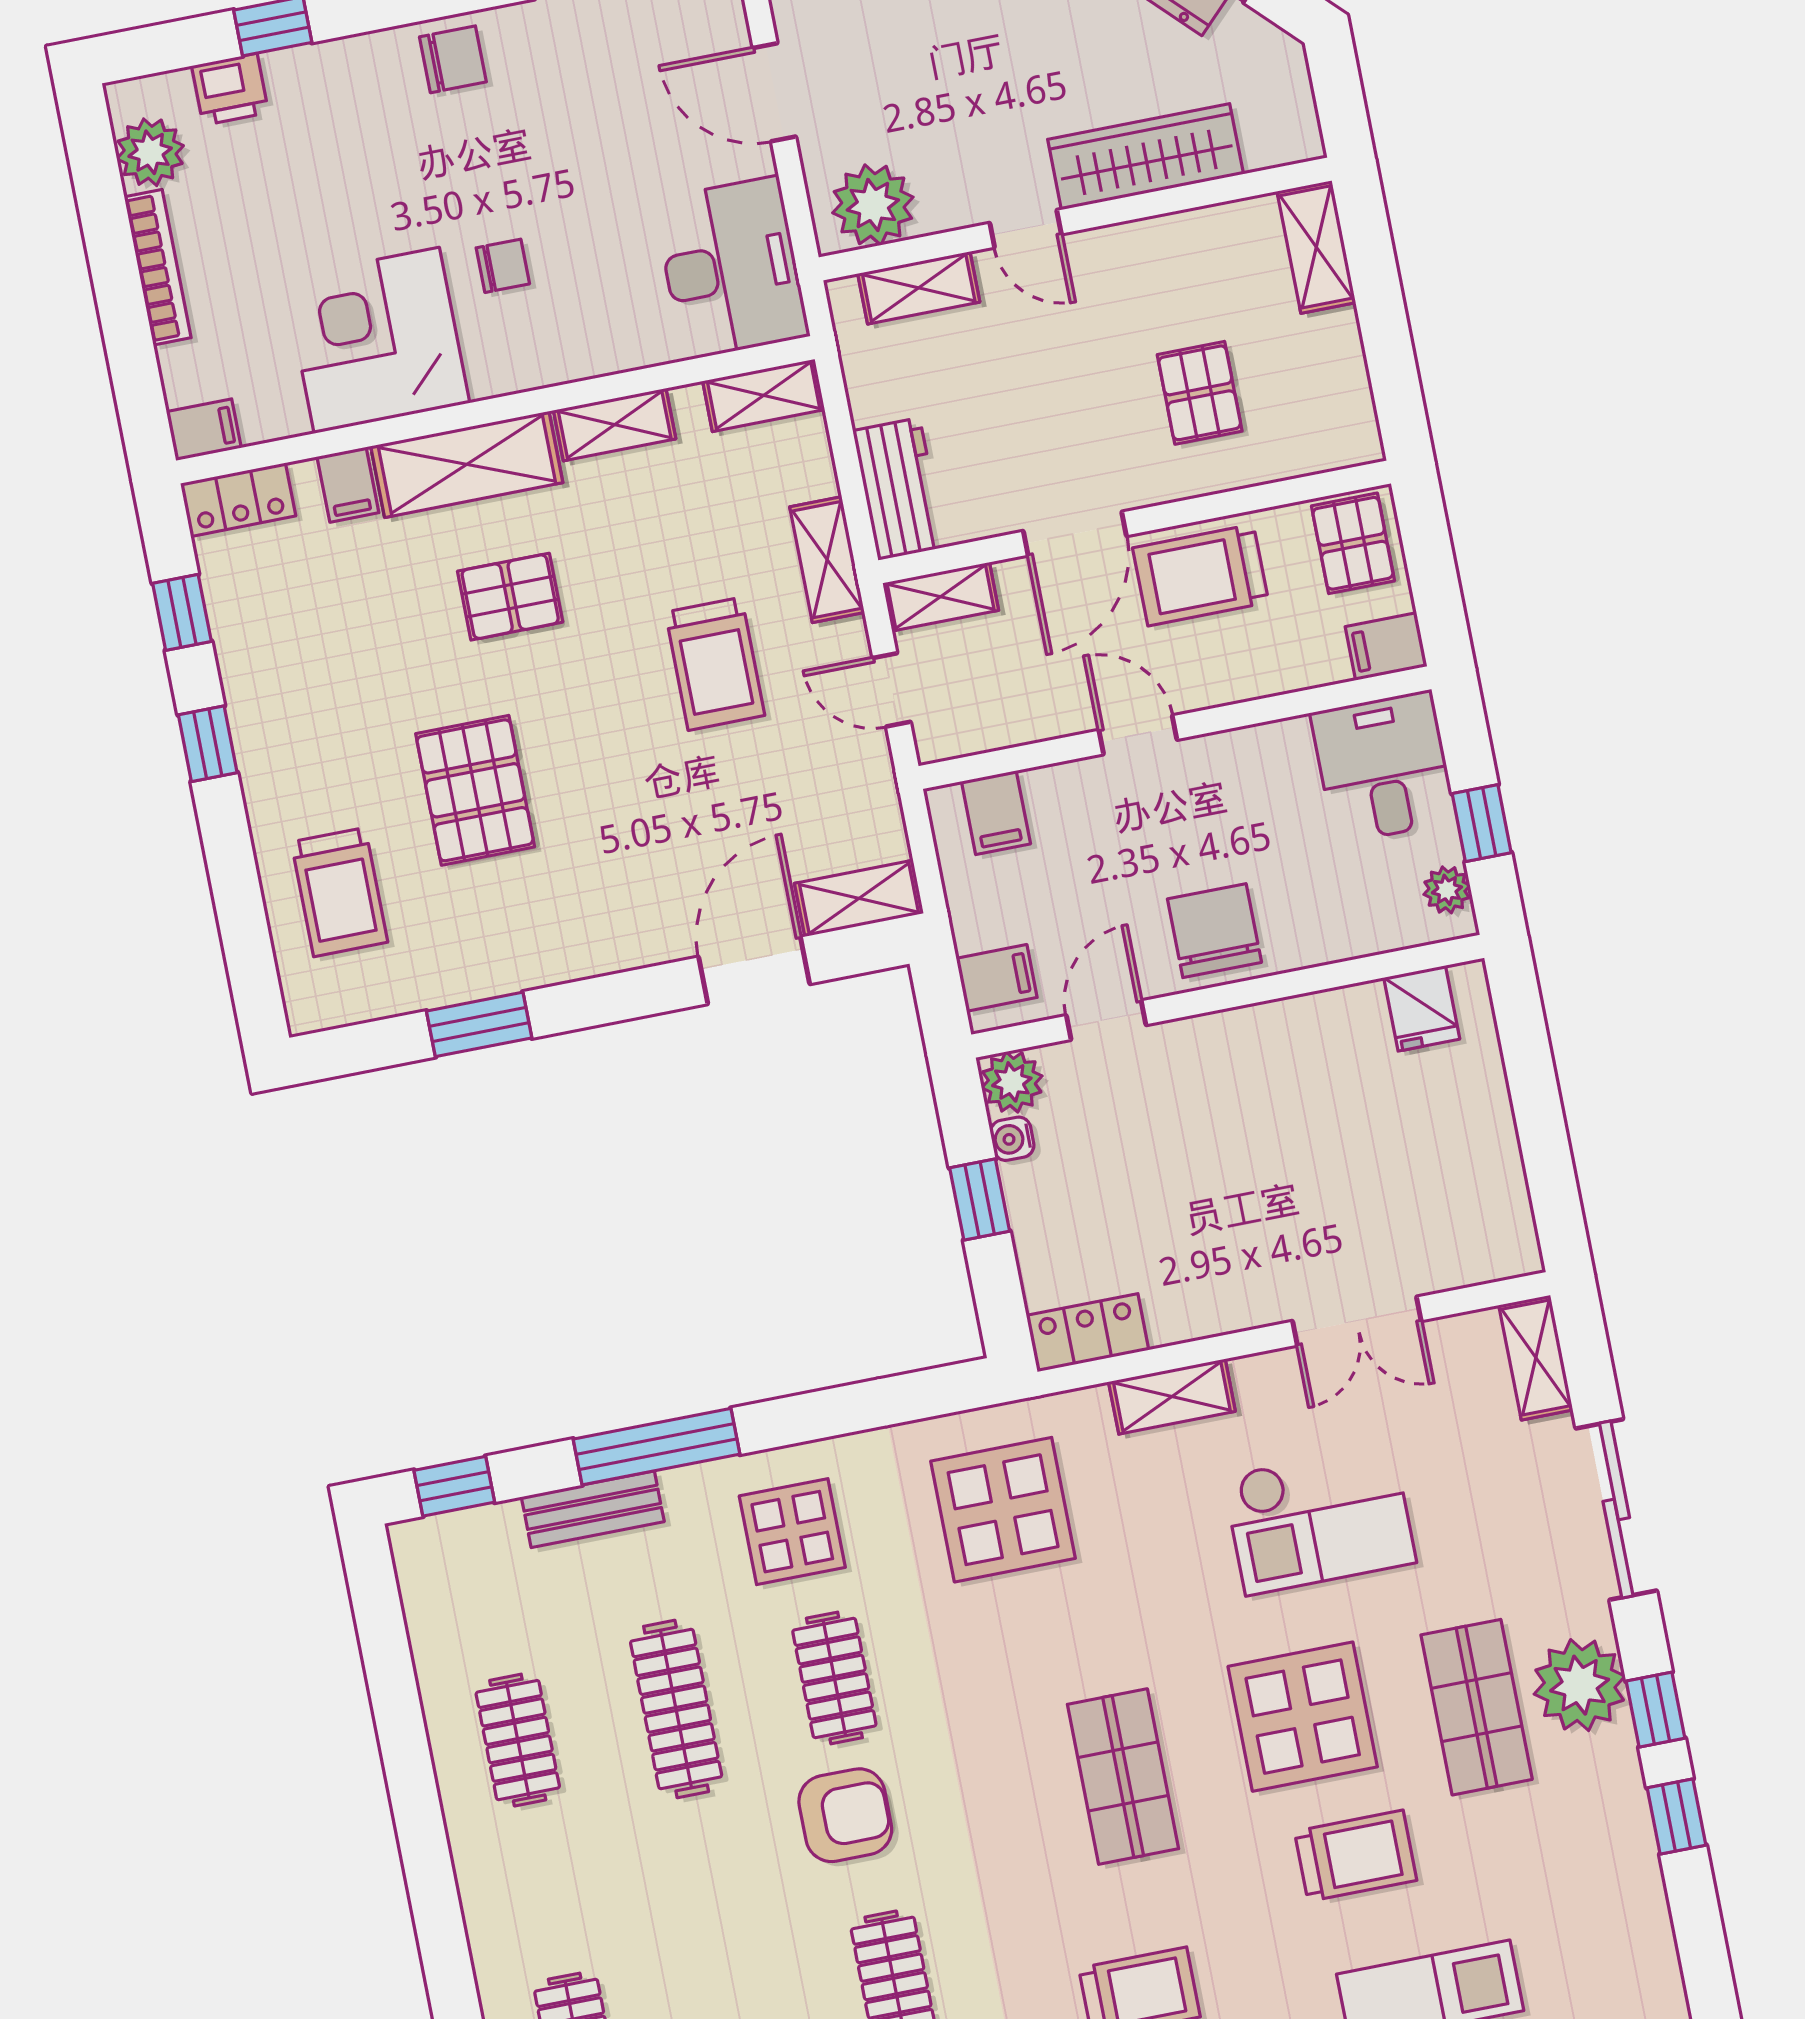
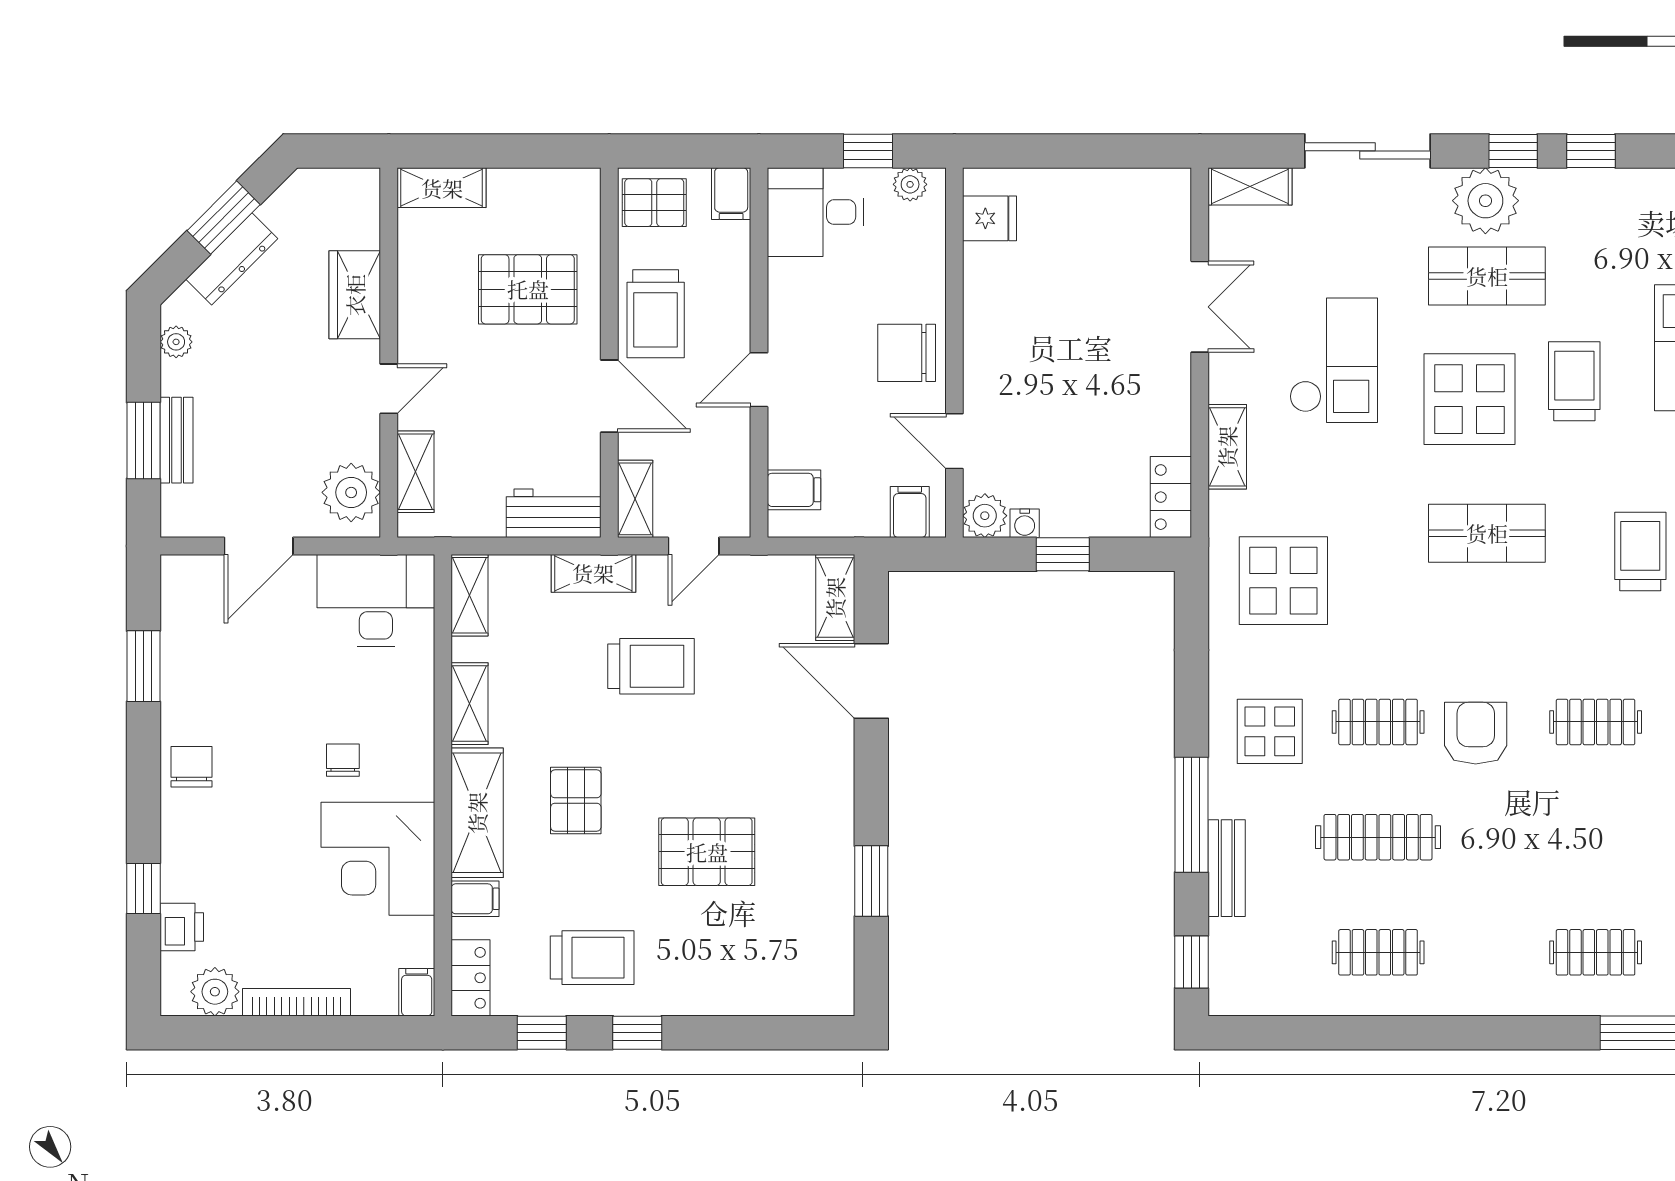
wardrobe: (1146, 157) -> (355, 295), width x0.67
pallet: (1200, 393) -> (528, 289), width x1.50, depth x1.42
trolley: (339, 892) -> (592, 958), moved

